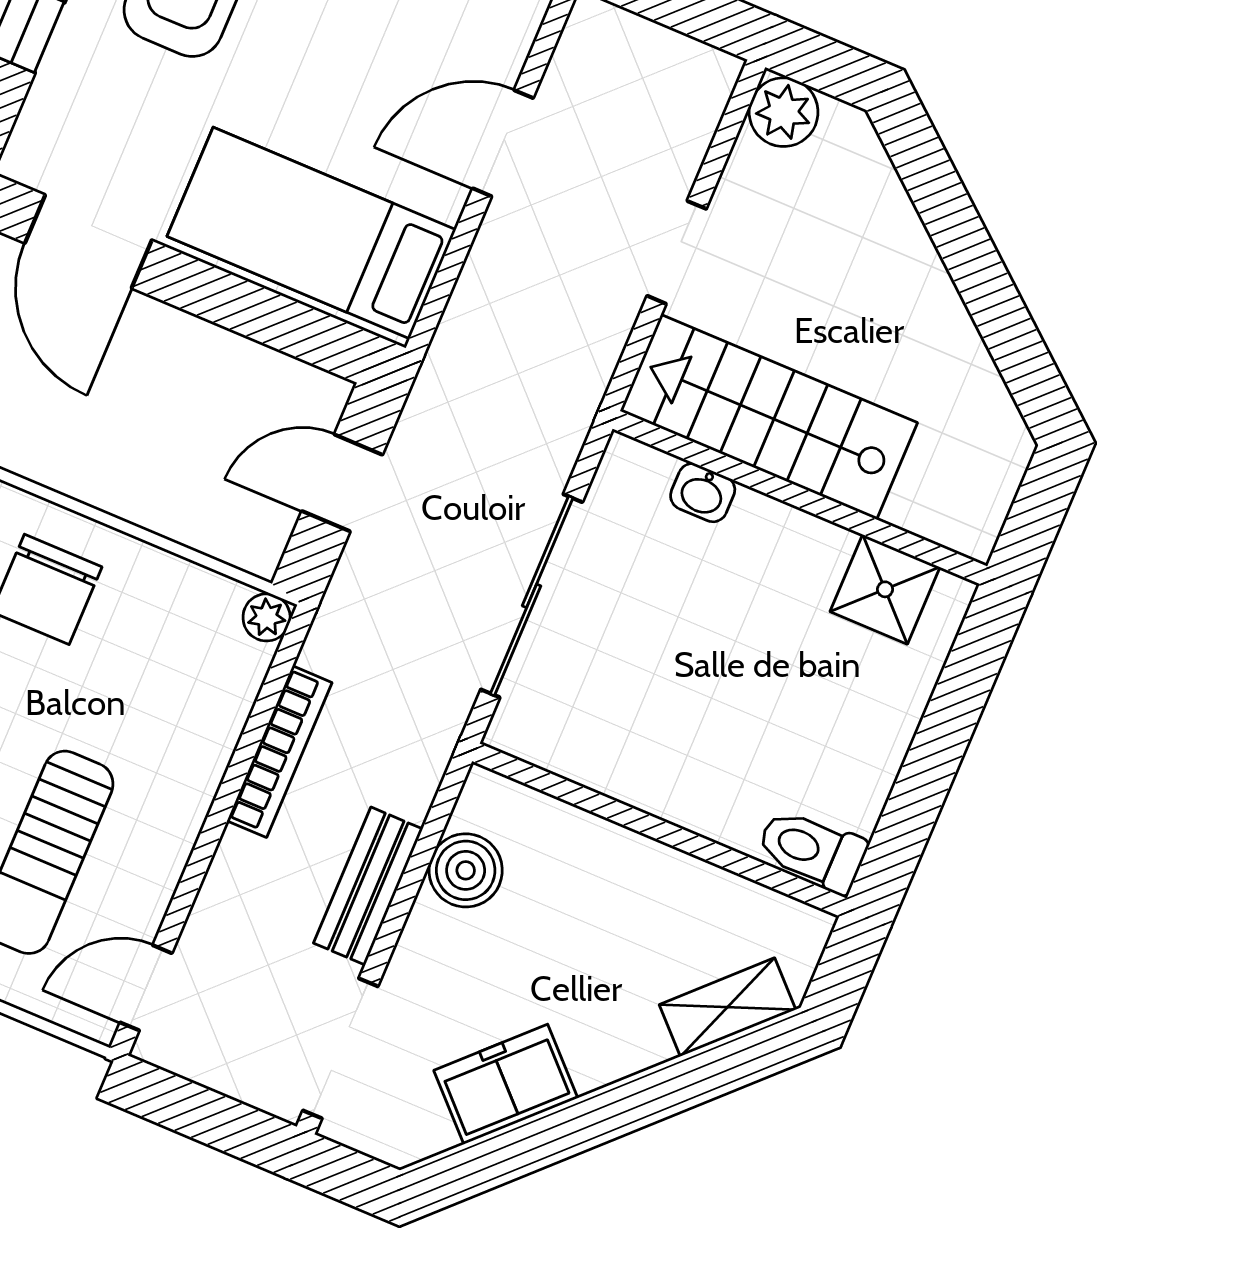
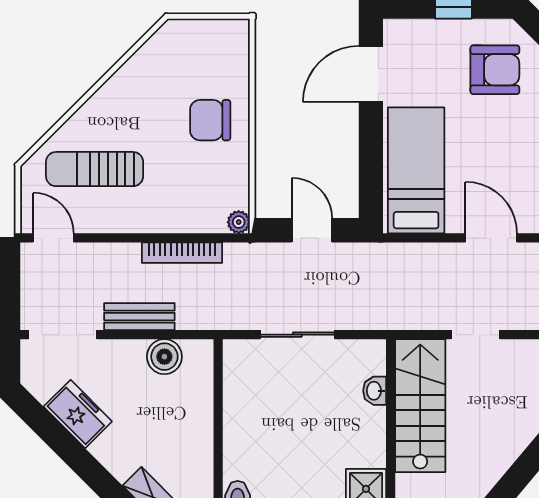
sliding door: (532, 596) -> (297, 335), width x0.73

